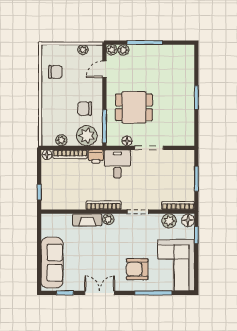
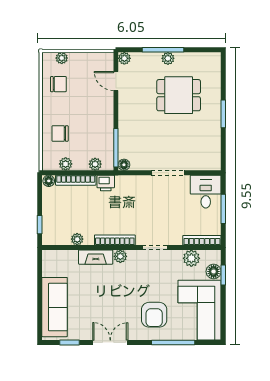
plant: (83, 50) -> (62, 58), moved
plant: (123, 50) -> (168, 58), moved
door: (104, 69) -> (116, 81), hinge flipped
dining table: (134, 107) -> (179, 95), moved
chair: (85, 109) -> (60, 134), moved
plant: (87, 136) -> (95, 164), width x0.53, depth x0.53
floor lamp: (127, 141) -> (124, 165), moved
desk: (117, 164) -> (206, 192), moved
plant: (71, 205) -> (77, 239), added
floor lamp: (188, 220) -> (214, 271), moved
armchair: (137, 269) -> (154, 315), turned -90

